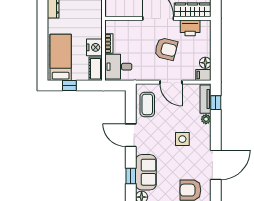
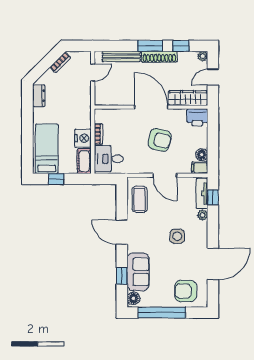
printer: (190, 28) -> (197, 117), moved

